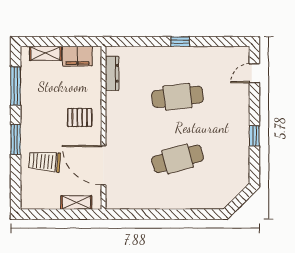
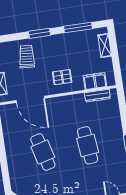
filing cabinet: (77, 56) -> (95, 81), moved, turned 90
pallet: (80, 117) -> (62, 77), turned 90
door: (103, 165) -> (30, 99), swing flipped

